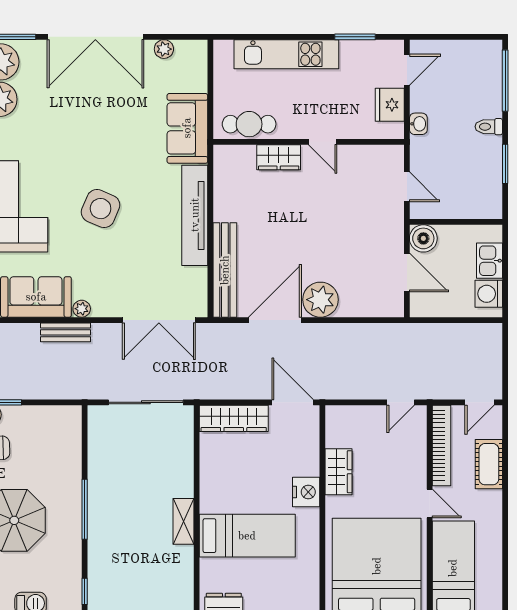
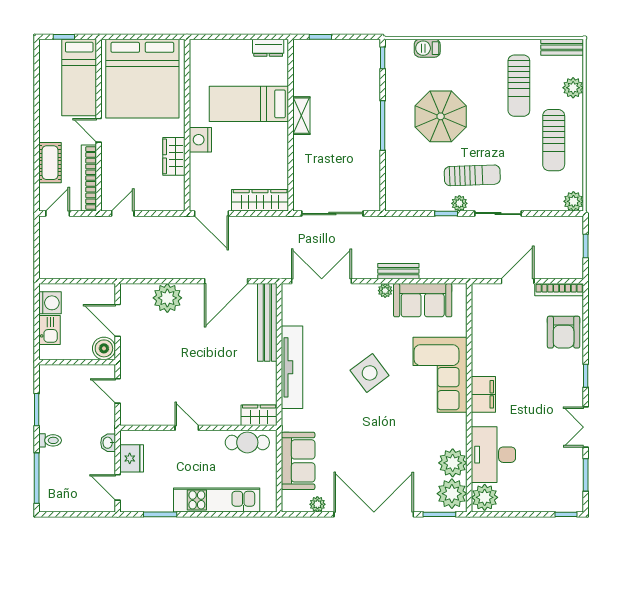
door: (407, 70) -> (118, 487), hinge flipped
sofa: (187, 128) -> (298, 461), moved
wardrobe: (279, 157) -> (259, 415), moved
side table: (101, 209) -> (370, 373), turned 30
plant: (320, 300) -> (167, 298), moved

